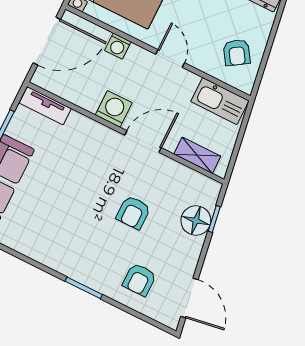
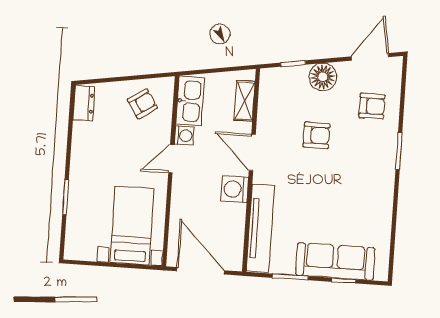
washing machine: (118, 46) -> (184, 136), moved
tv unit: (45, 106) -> (260, 228), width x1.92, depth x1.29
floor lamp: (196, 221) -> (323, 77), moved

